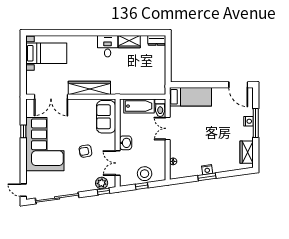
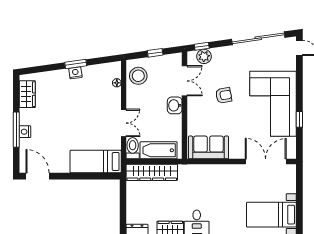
wardrobe: (89, 88) -> (152, 172), moved
sofa: (106, 117) -> (208, 147), moved, turned -90
stool: (145, 174) -> (138, 76), moved

